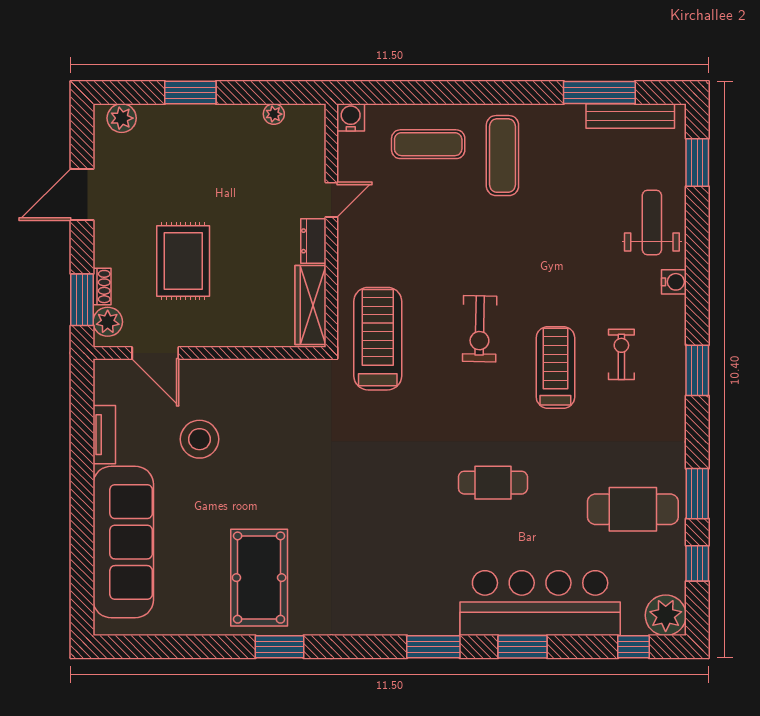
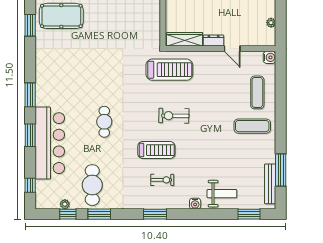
plant: (666, 615) -> (65, 204), moved, width x0.53, depth x0.53

